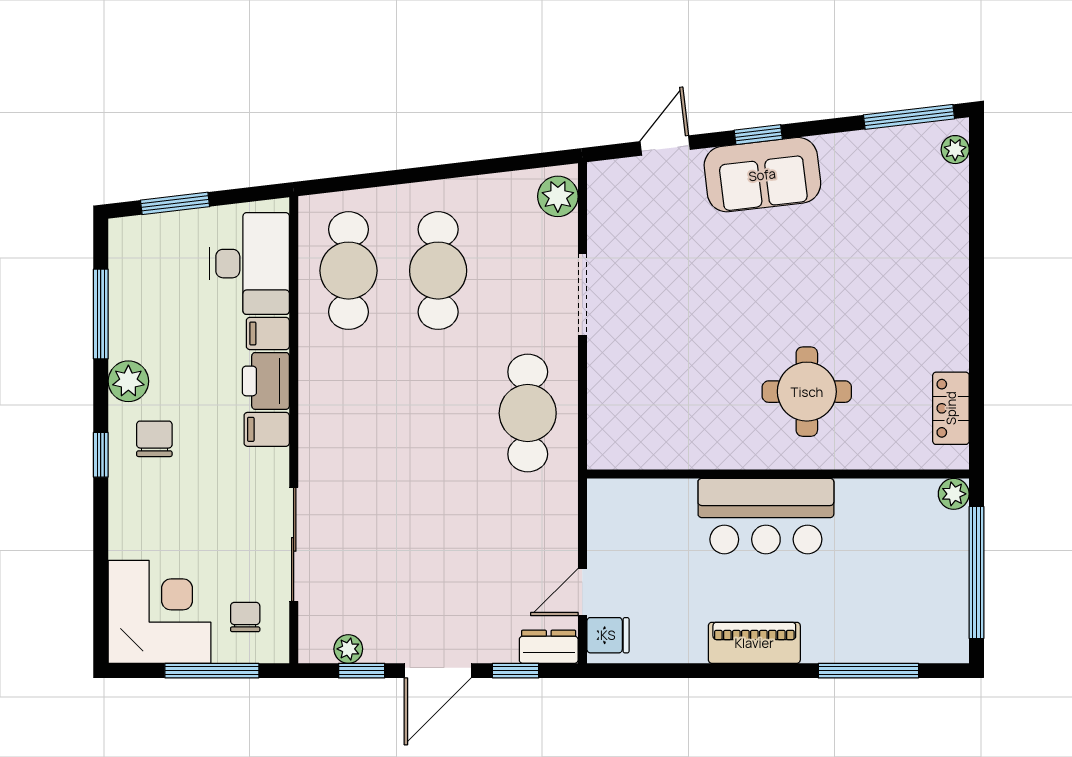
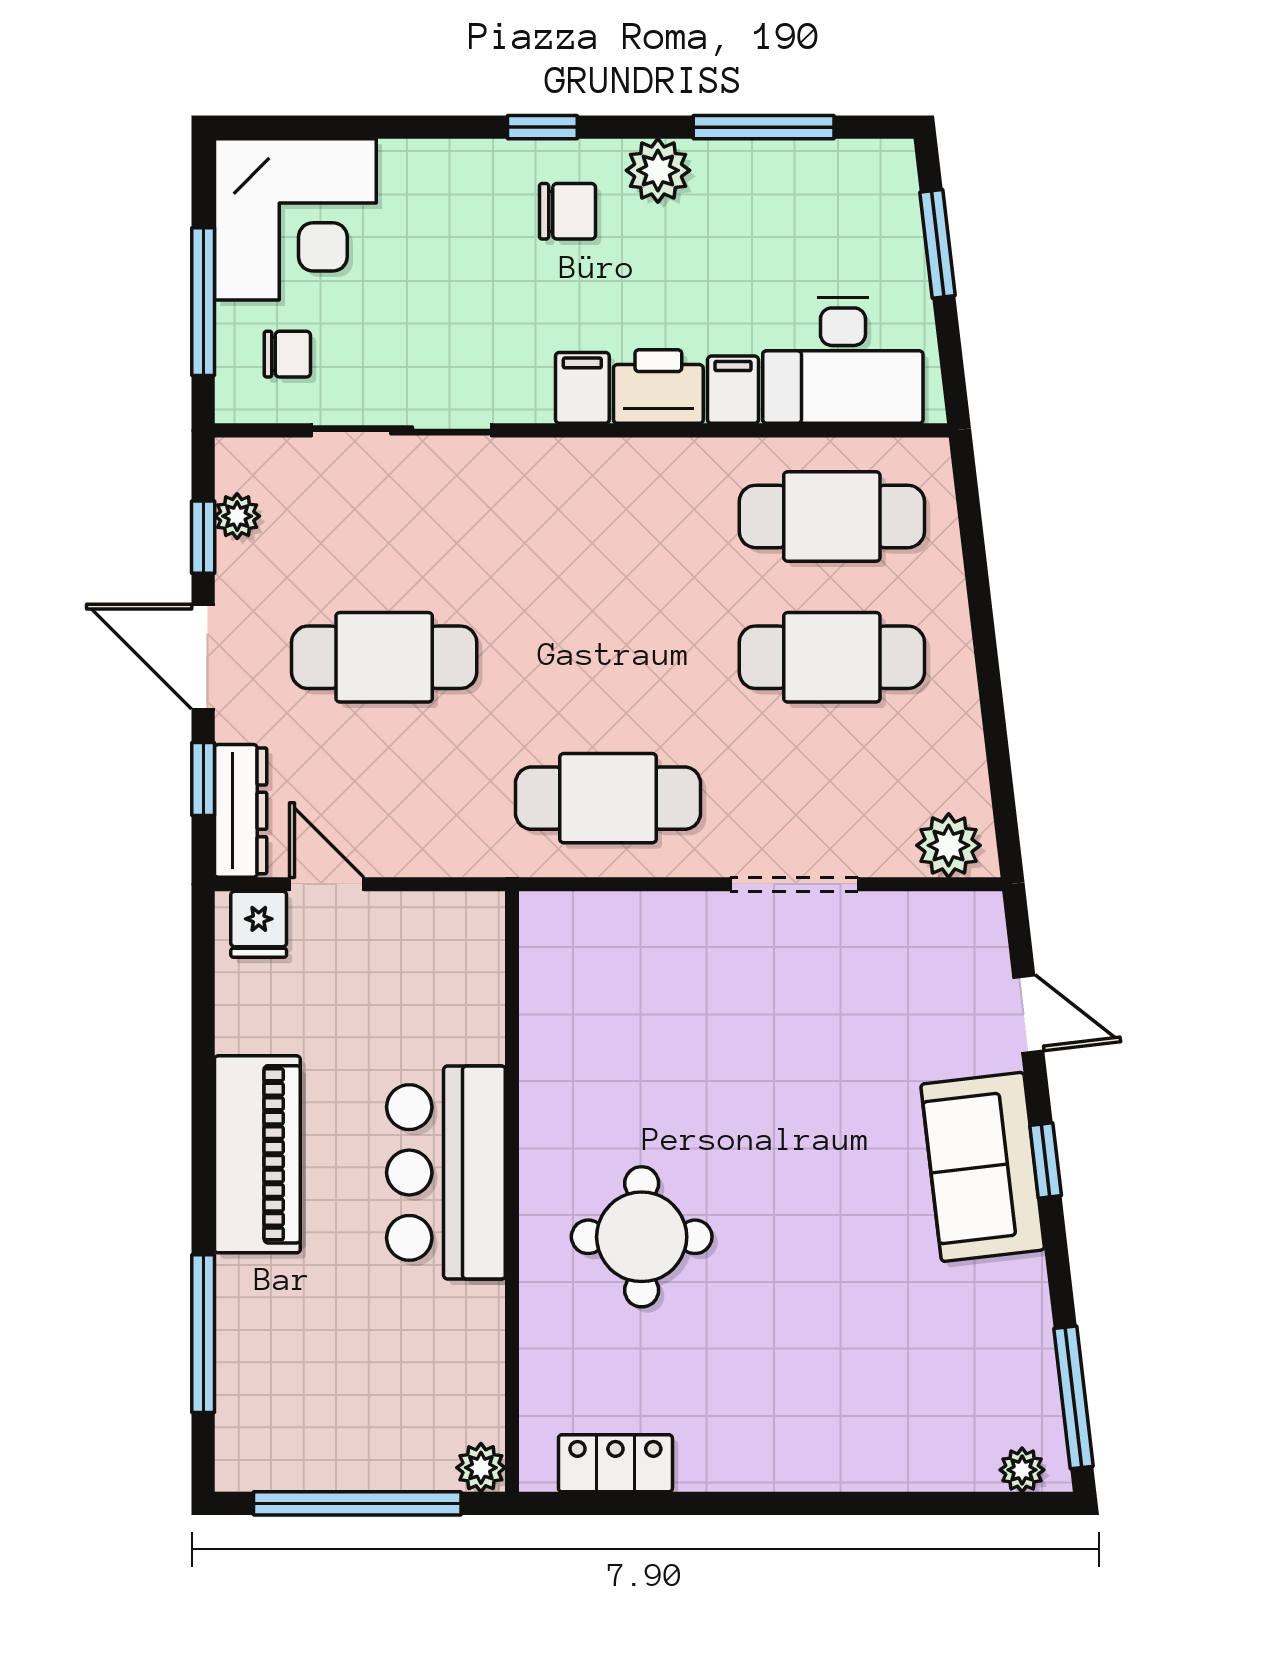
cafe table: (438, 555) -> (384, 657), added
piano: (754, 643) -> (257, 1154), width x1.37, depth x1.33
dresser: (549, 647) -> (241, 811), width x1.44

